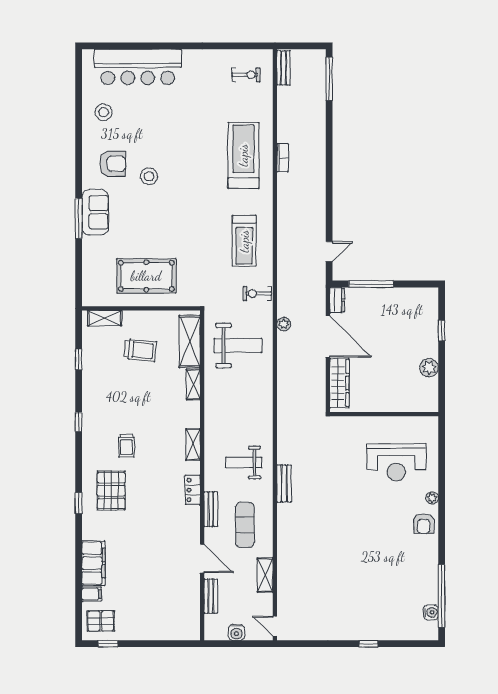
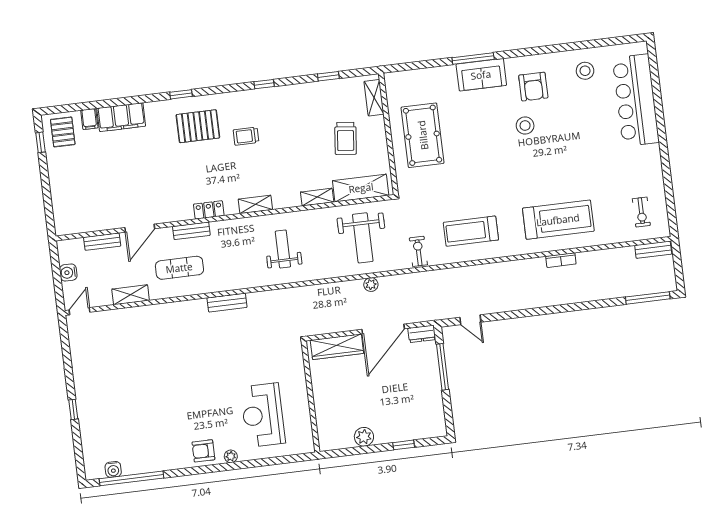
plant: (284, 324) -> (371, 285), moved
weight bench: (244, 463) -> (283, 249), moved

